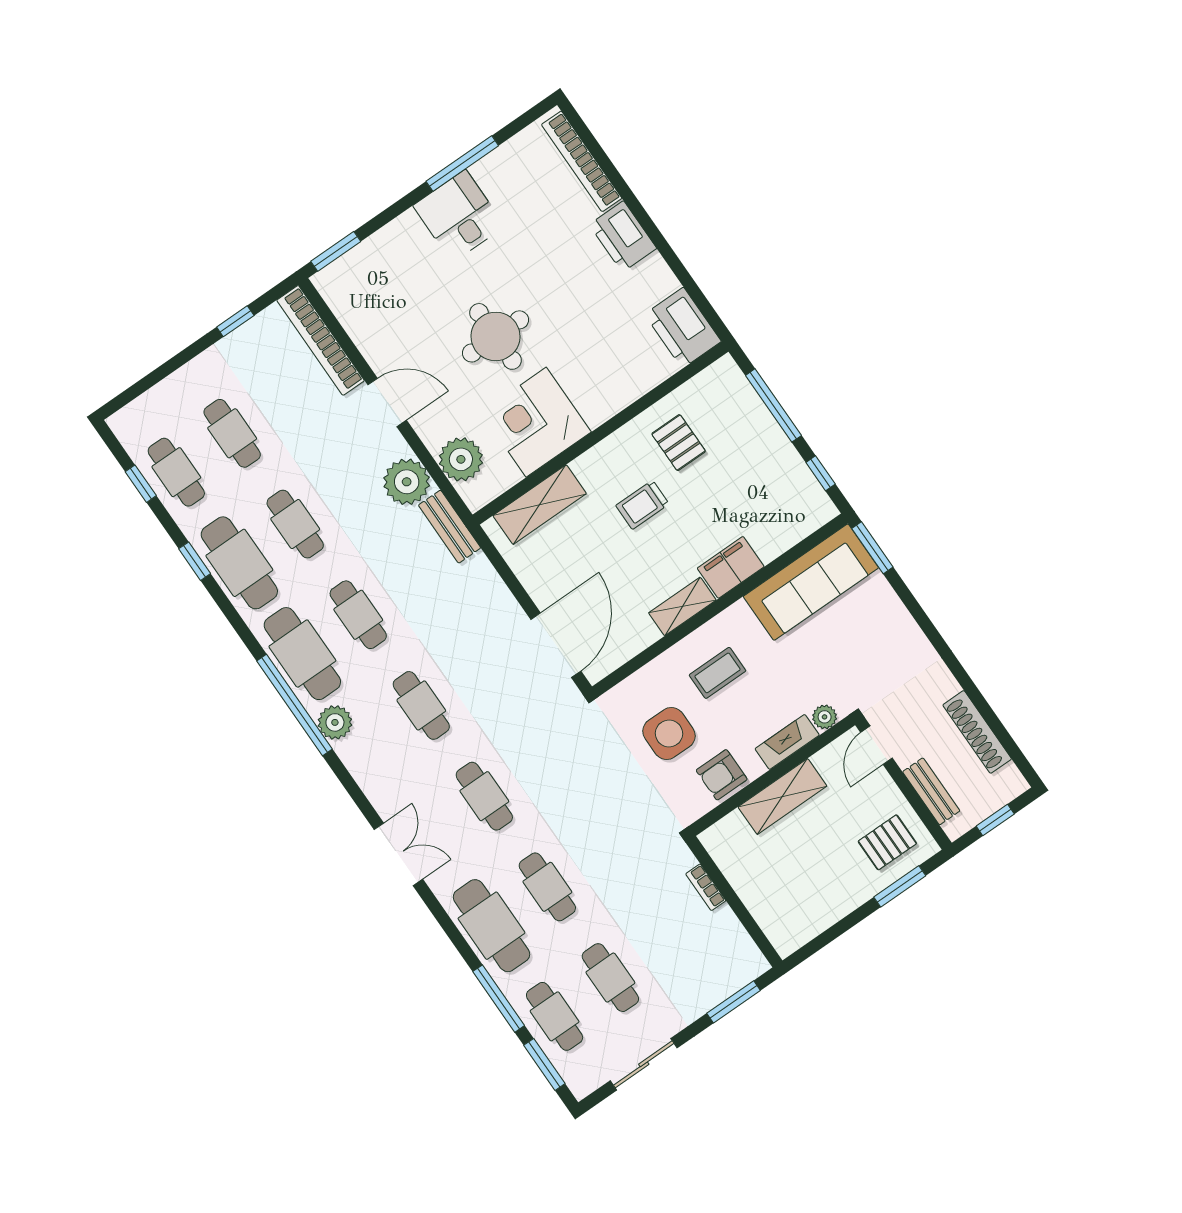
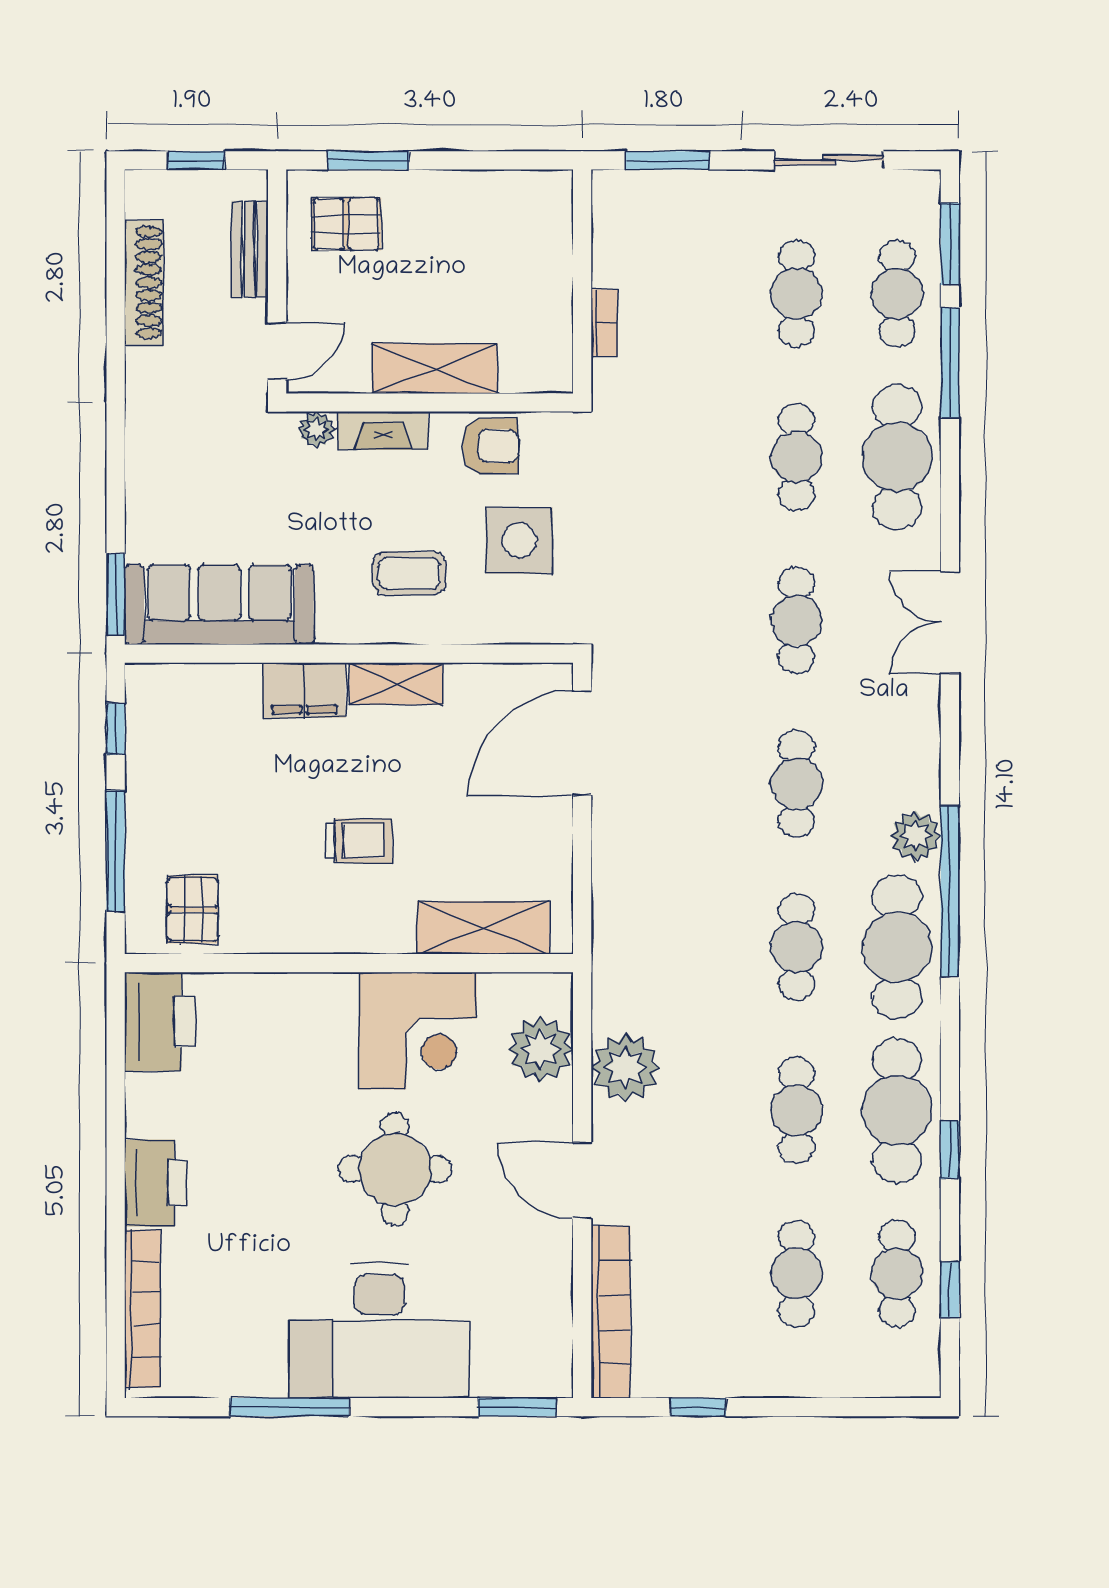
desk: (459, 216) -> (379, 1331), width x1.87, depth x1.30
pallet: (679, 443) -> (193, 910), moved
bench: (450, 527) -> (611, 977), removed

